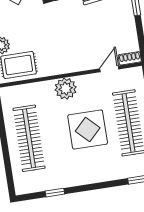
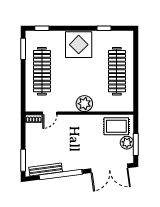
display table: (88, 130) -> (79, 45), moved

